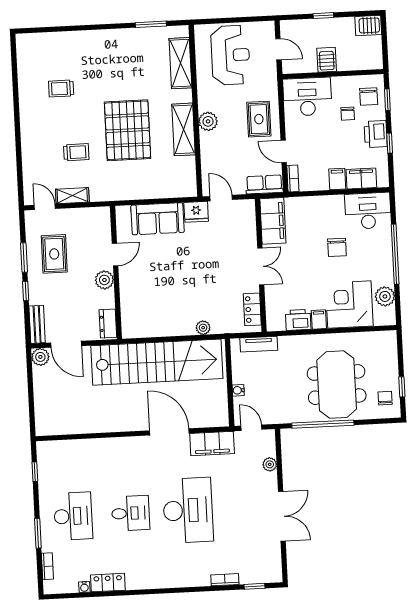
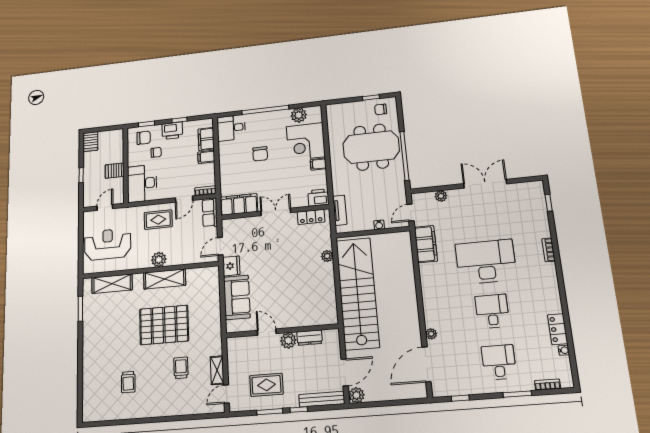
desk: (368, 211) -> (231, 128), width x0.73
chair: (337, 247) -> (260, 154), turned 90
printer: (298, 320) -> (318, 198), moved, turned 90
bench: (37, 324) -> (322, 399), width x1.36
dresser: (108, 324) -> (310, 338), moved
door: (169, 432) -> (427, 364), moved
plant: (107, 444) -> (431, 334), added
desk: (73, 516) -> (499, 362), width x0.73
bookcase: (225, 580) -> (549, 250), moved

